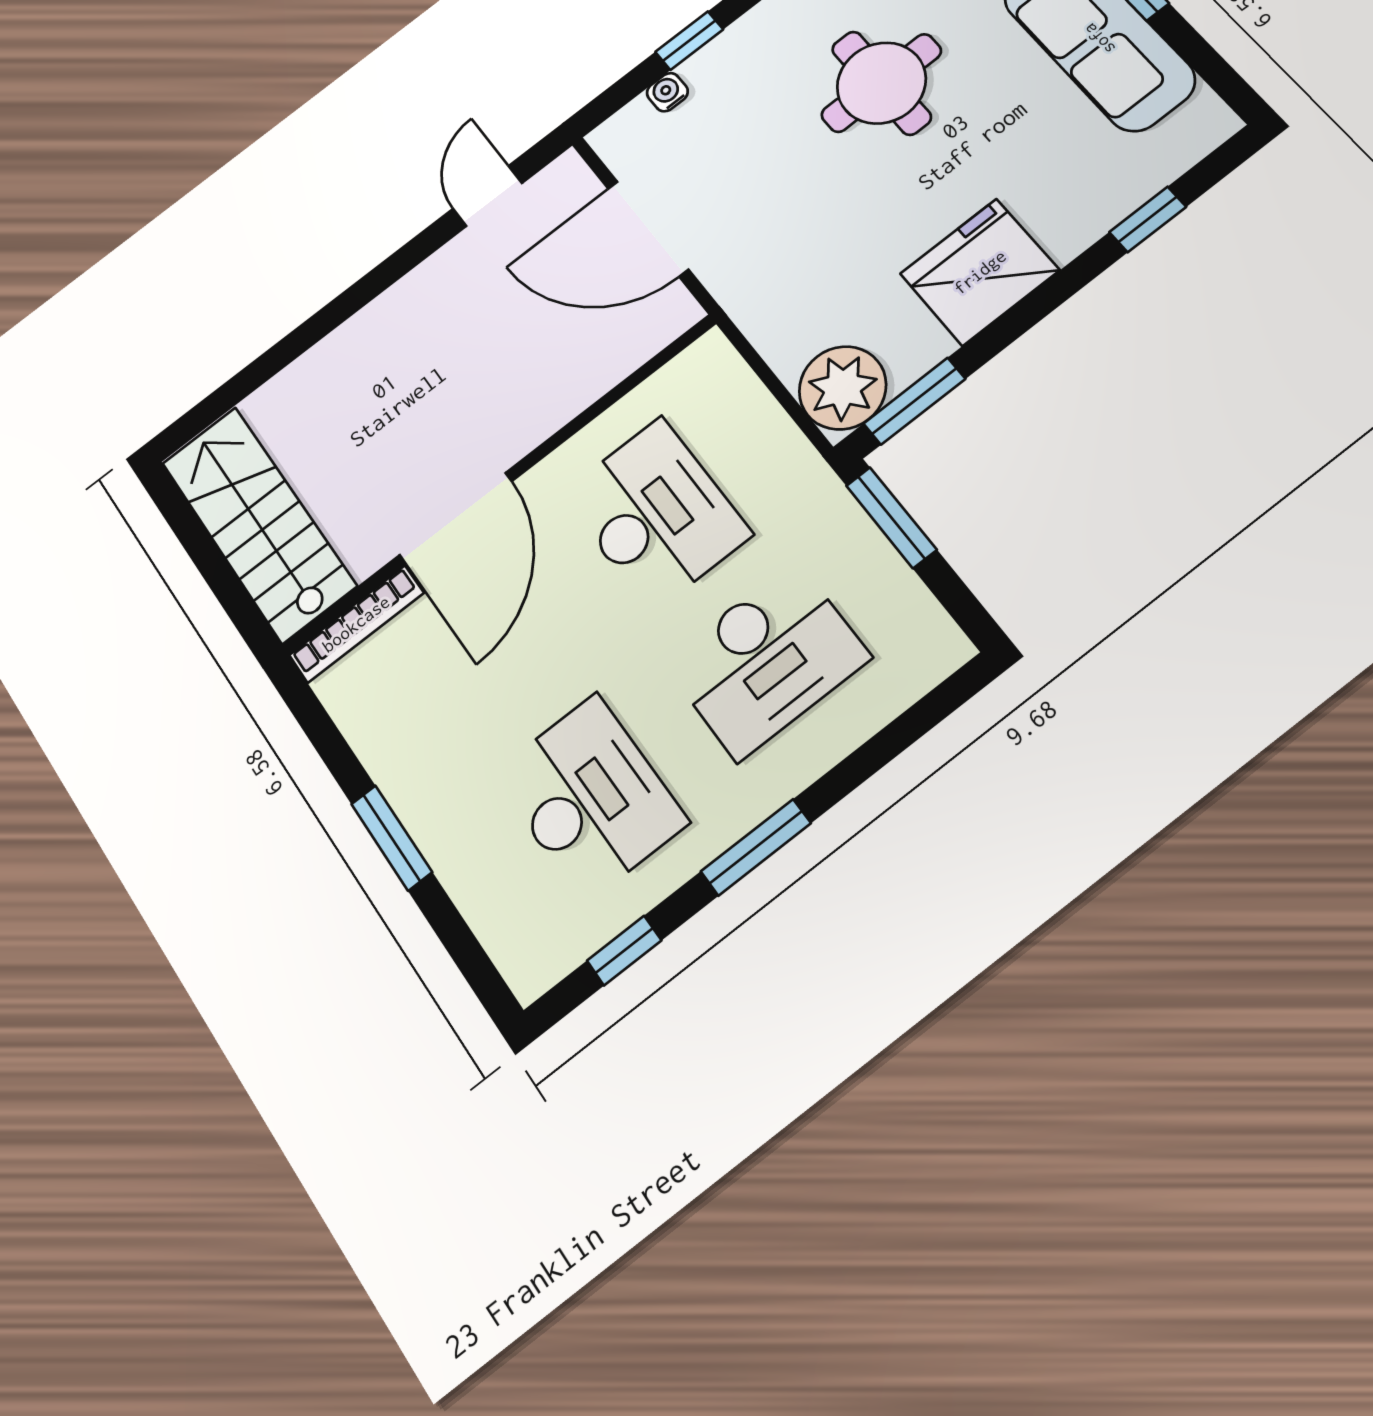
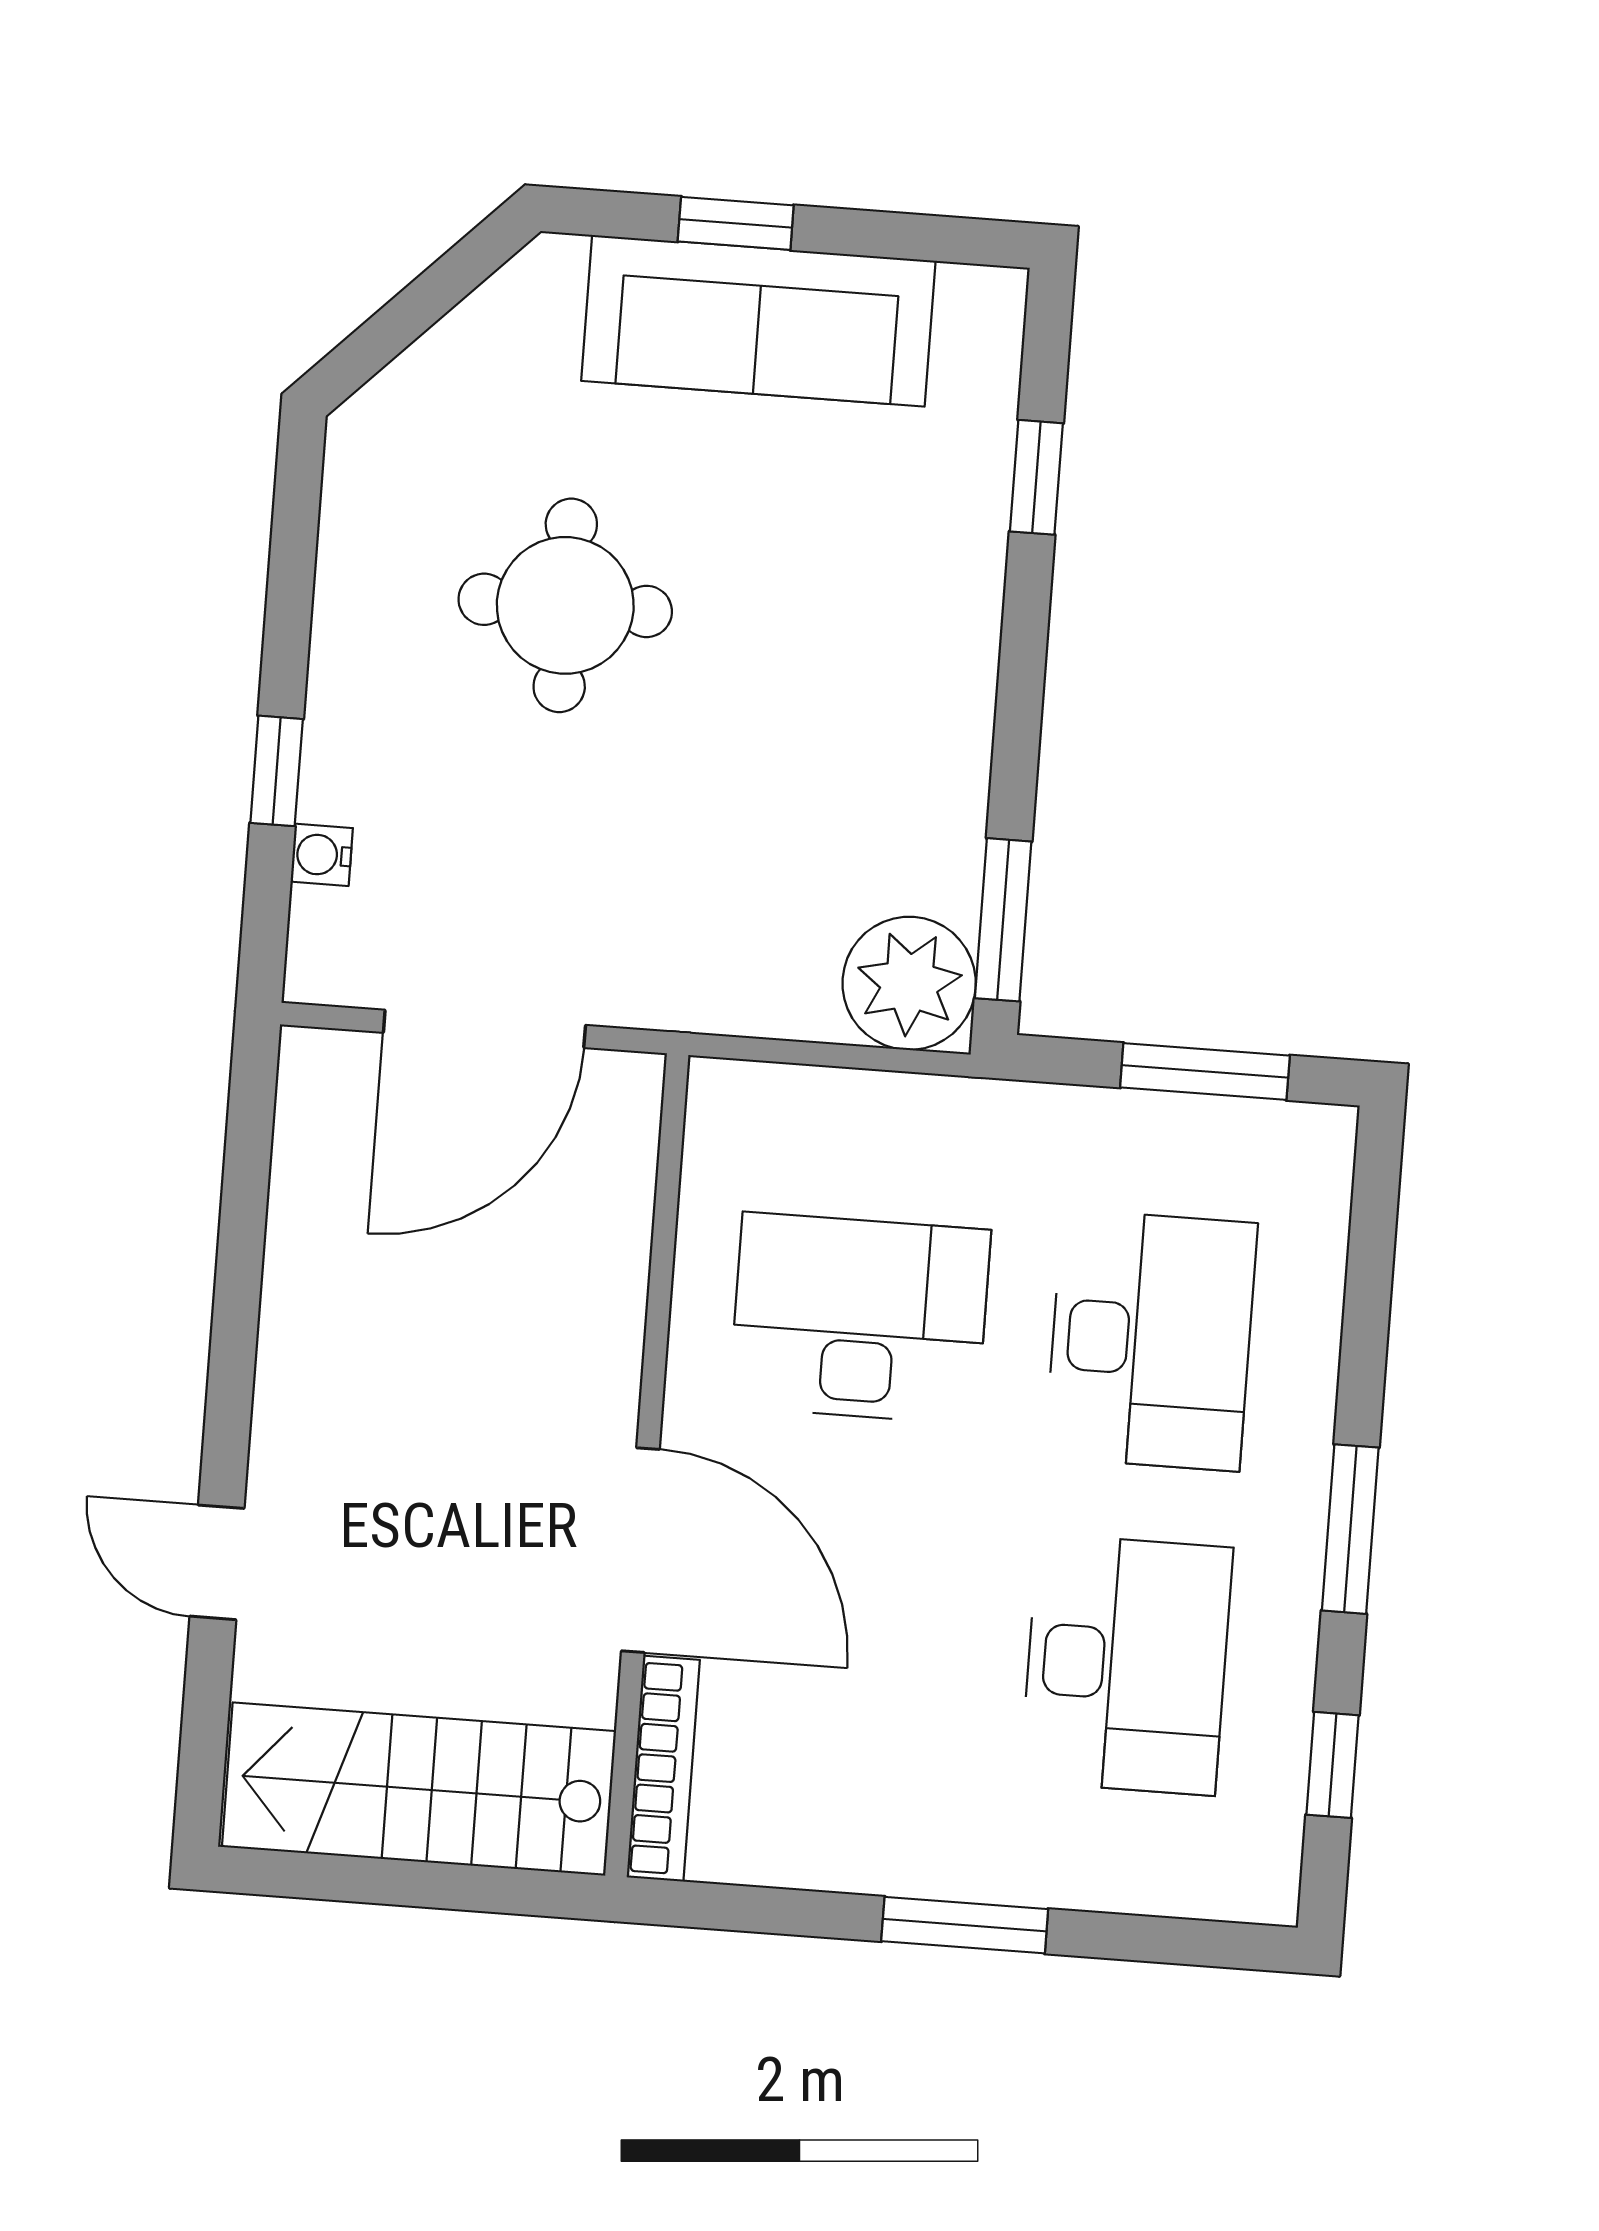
door: (487, 196) -> (217, 1562), moved
fridge: (980, 272) -> (917, 712), removed
window: (891, 518) -> (1205, 1071), moved
desk: (590, 798) -> (1127, 1665), turned 90

